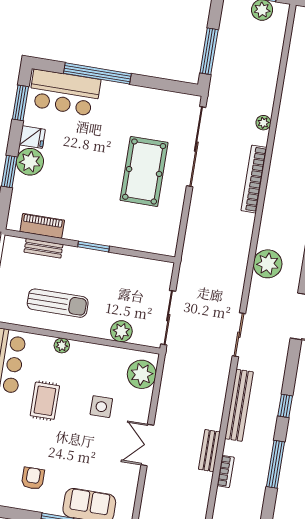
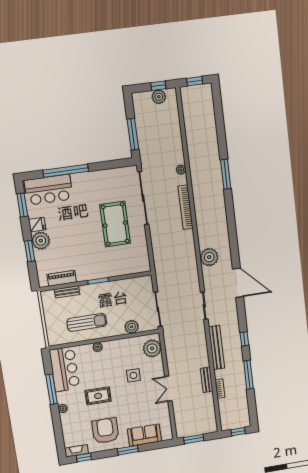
rug: (45, 401) -> (98, 396), moved, turned 90
armchair: (33, 478) -> (105, 431), width x1.88, depth x1.88

